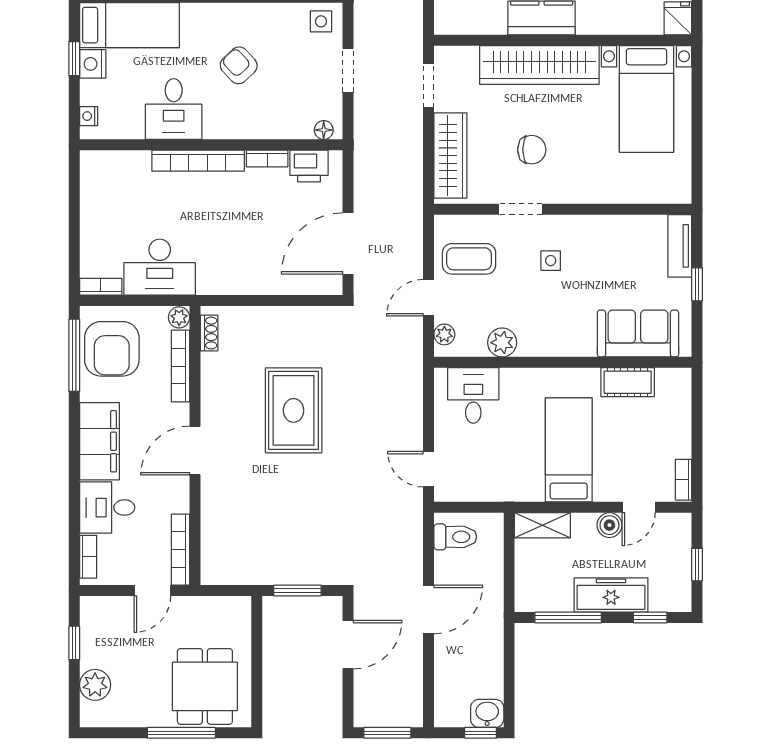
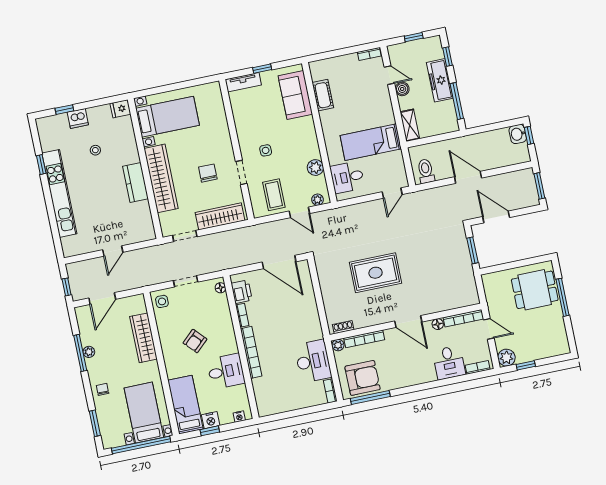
filing cabinet: (100, 441) -> (414, 374), removed
bed: (569, 450) -> (371, 142), moved
floor lamp: (180, 502) -> (438, 324), added
plant: (95, 685) -> (506, 358), moved

